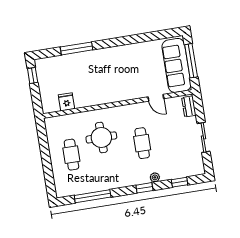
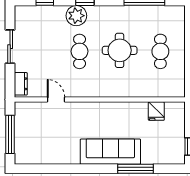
sofa: (176, 65) -> (110, 152), moved, turned -90
round table: (101, 137) -> (120, 50), moved
plant: (155, 177) -> (76, 16), width x1.87, depth x1.87

